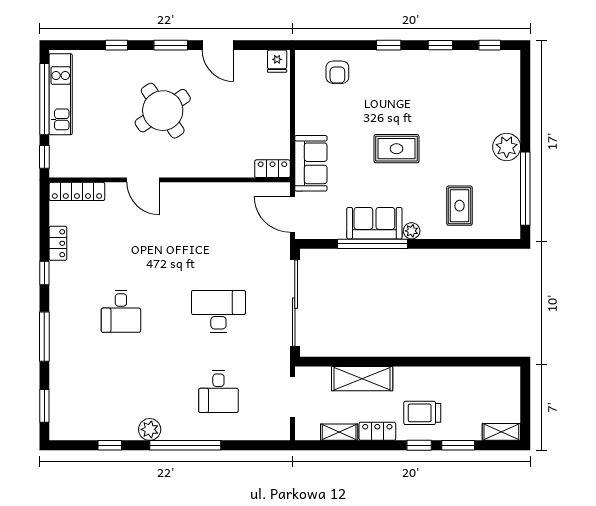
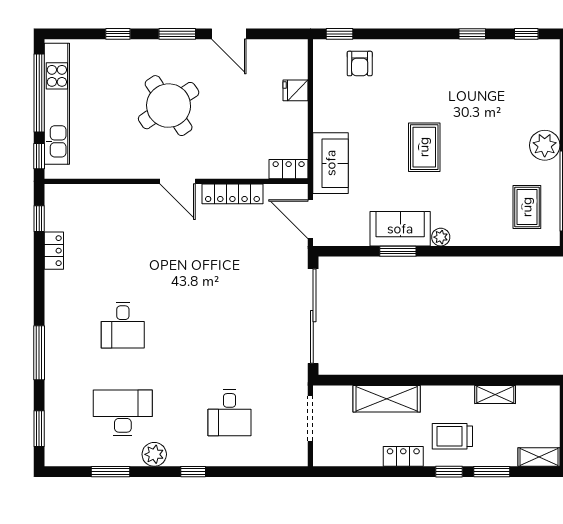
window: (389, 45) -> (340, 34), moved
fridge: (277, 61) -> (296, 90), moved, turned 90
kitchen unit: (61, 94) -> (57, 104), width x1.36
rug: (397, 149) -> (424, 147), turned 90
door: (143, 180) -> (178, 181), moved
locker: (77, 191) -> (232, 194), moved
rug: (459, 206) -> (527, 207), moved
window: (372, 244) -> (398, 251), width x0.47
window: (44, 273) -> (39, 219), moved
desk: (218, 311) -> (123, 413), moved
shelving: (339, 432) -> (495, 394), moved
window: (110, 445) -> (111, 472), width x1.50
window: (185, 445) -> (193, 472), width x0.32

